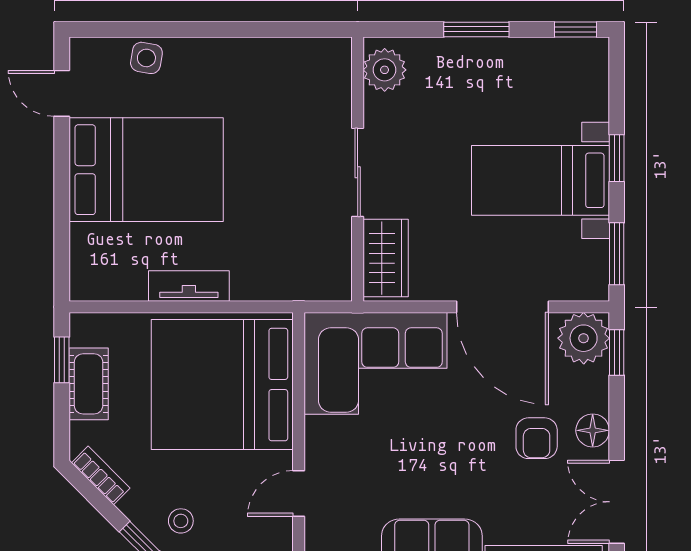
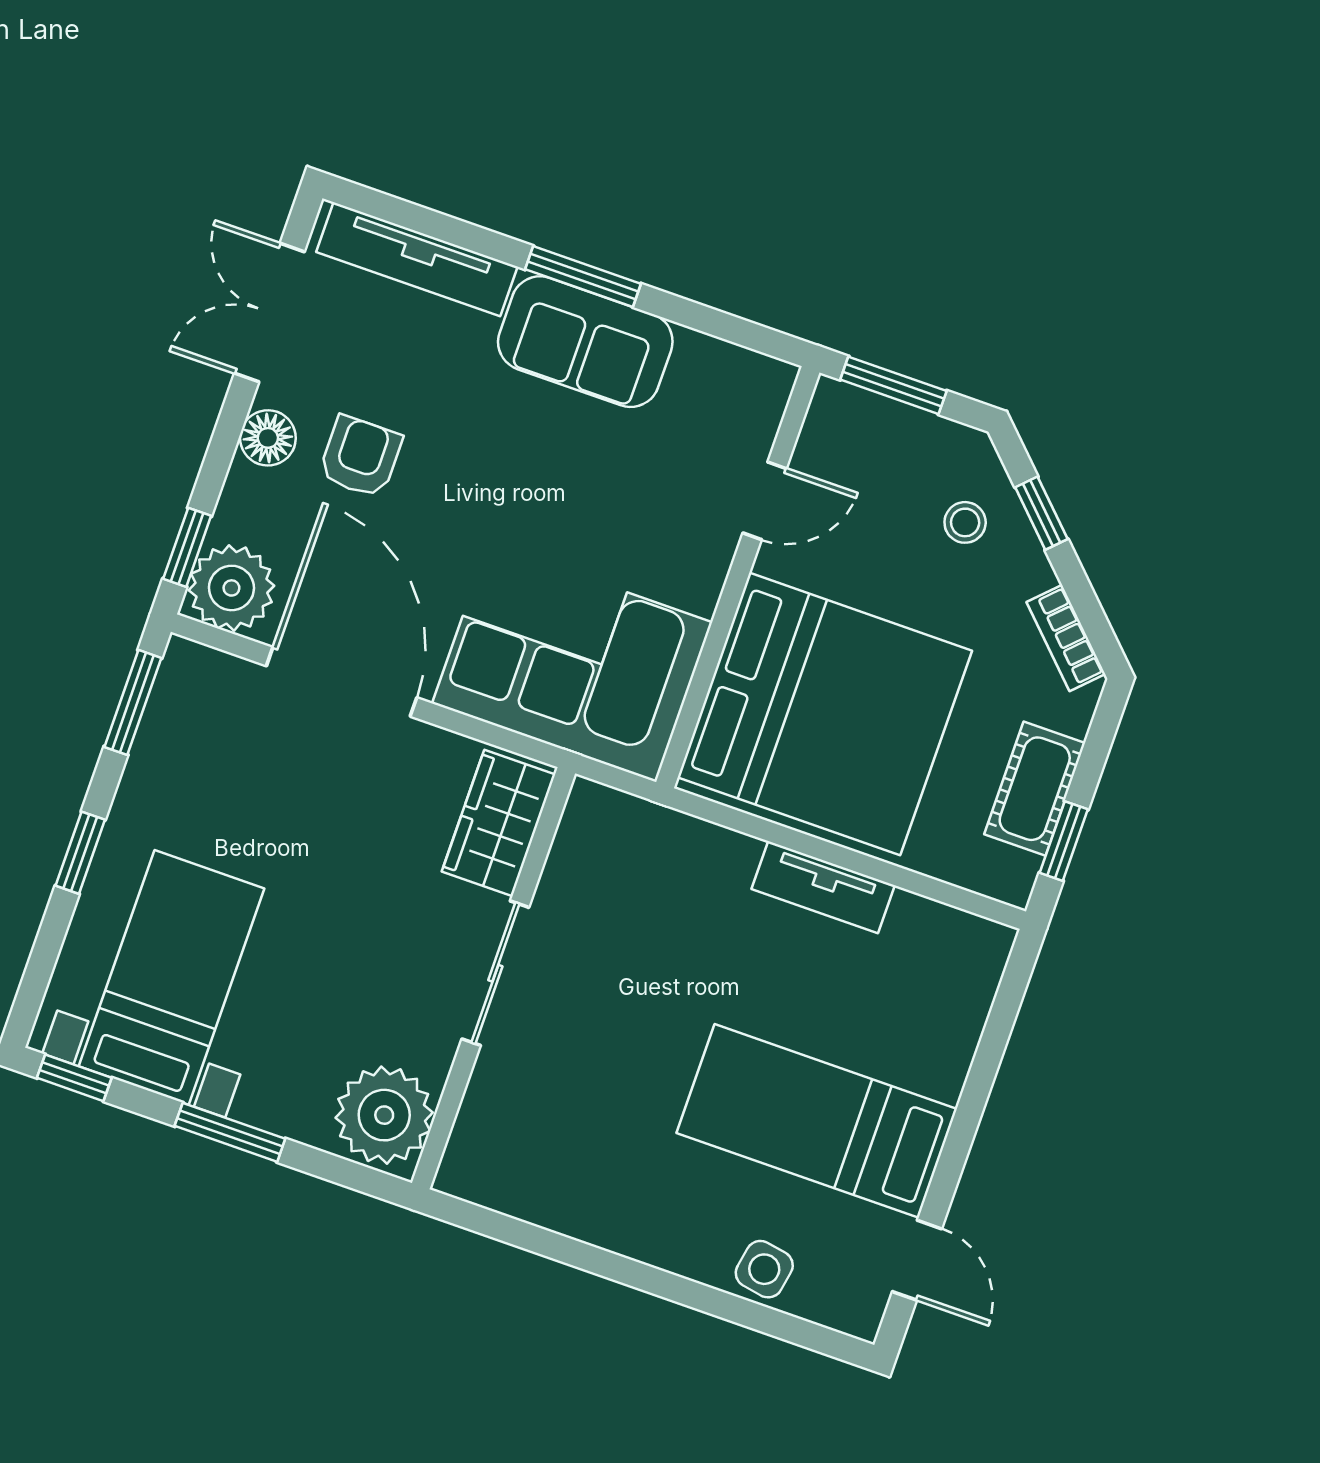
plant: (385, 70) -> (384, 1115), width x1.36, depth x1.36
bed: (146, 170) -> (817, 1121), width x0.67
bed with nightstands: (540, 180) -> (172, 977), moved, turned -90
double door: (617, 502) -> (269, 313), swing flipped

